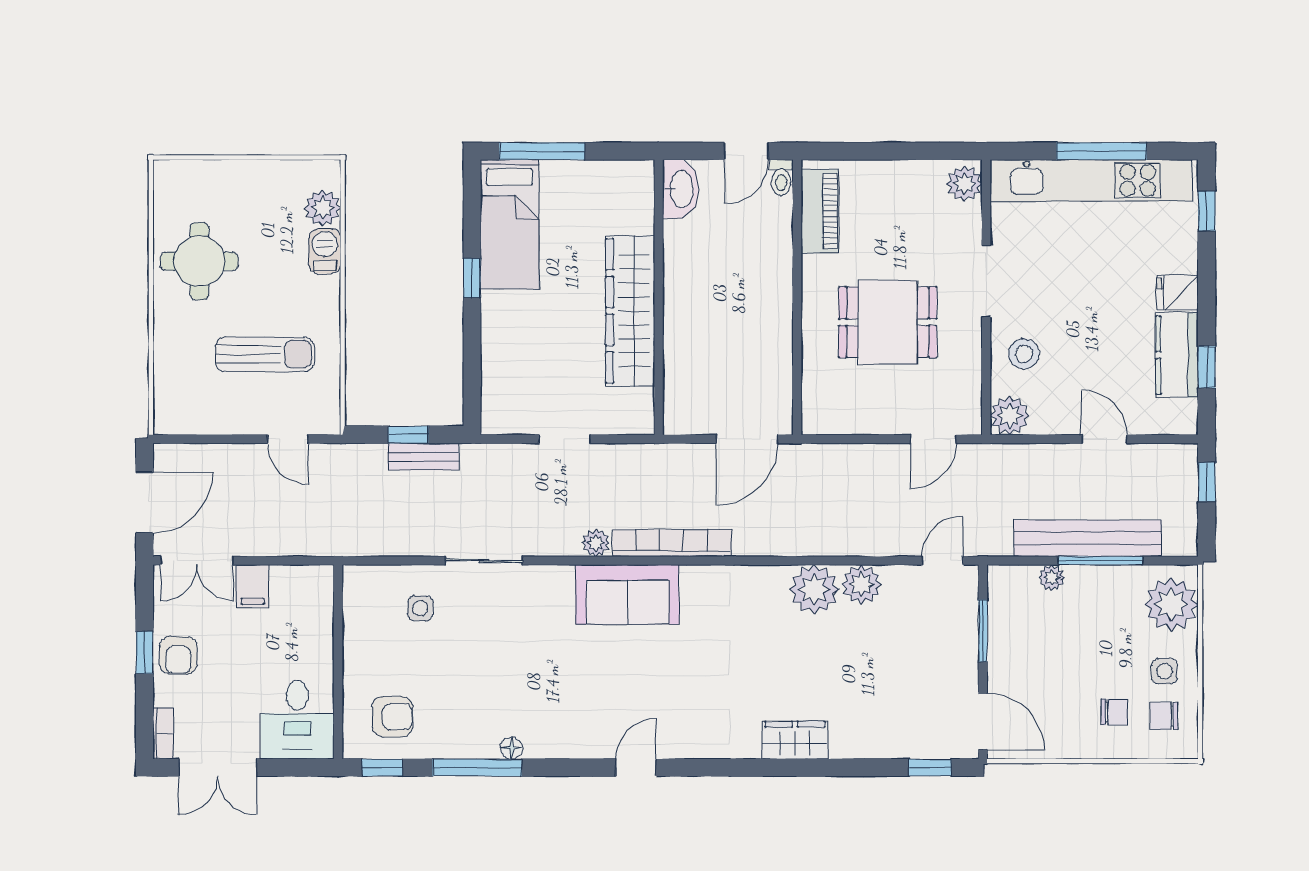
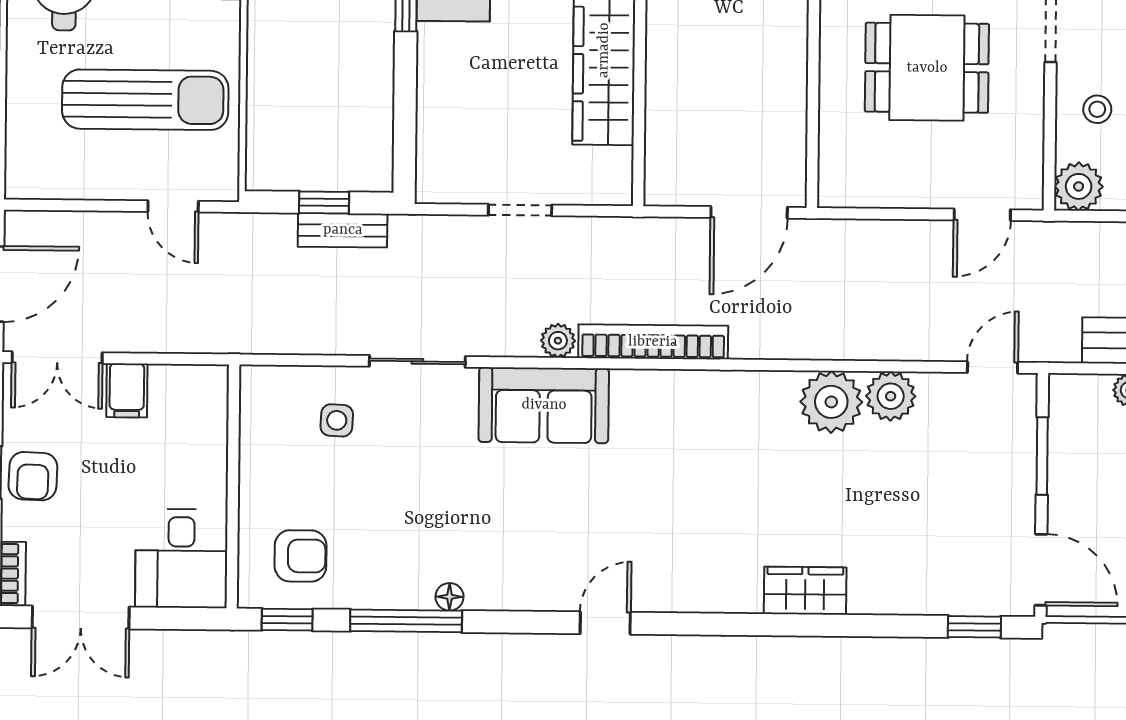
sun lounger: (265, 354) -> (145, 100), width x1.36, depth x1.34
stool: (1024, 354) -> (1097, 109), width x0.73, depth x0.73
sofa: (627, 594) -> (544, 405), moved

